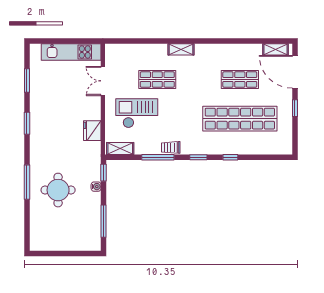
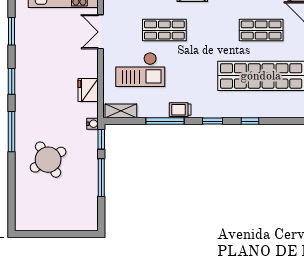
checkout: (137, 113) -> (140, 70), turned 180
window: (27, 182) -> (12, 132), moved
water cooler: (96, 187) -> (93, 124), moved
round table: (58, 190) -> (48, 160), turned -31
window: (103, 221) -> (101, 178), moved

